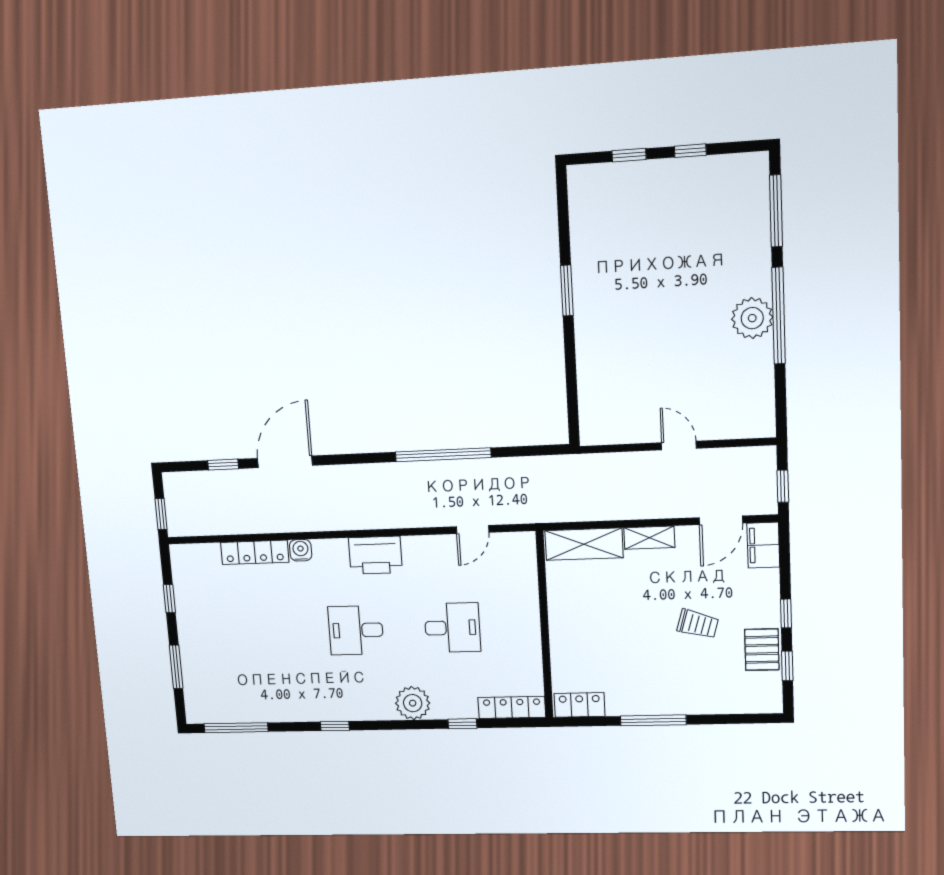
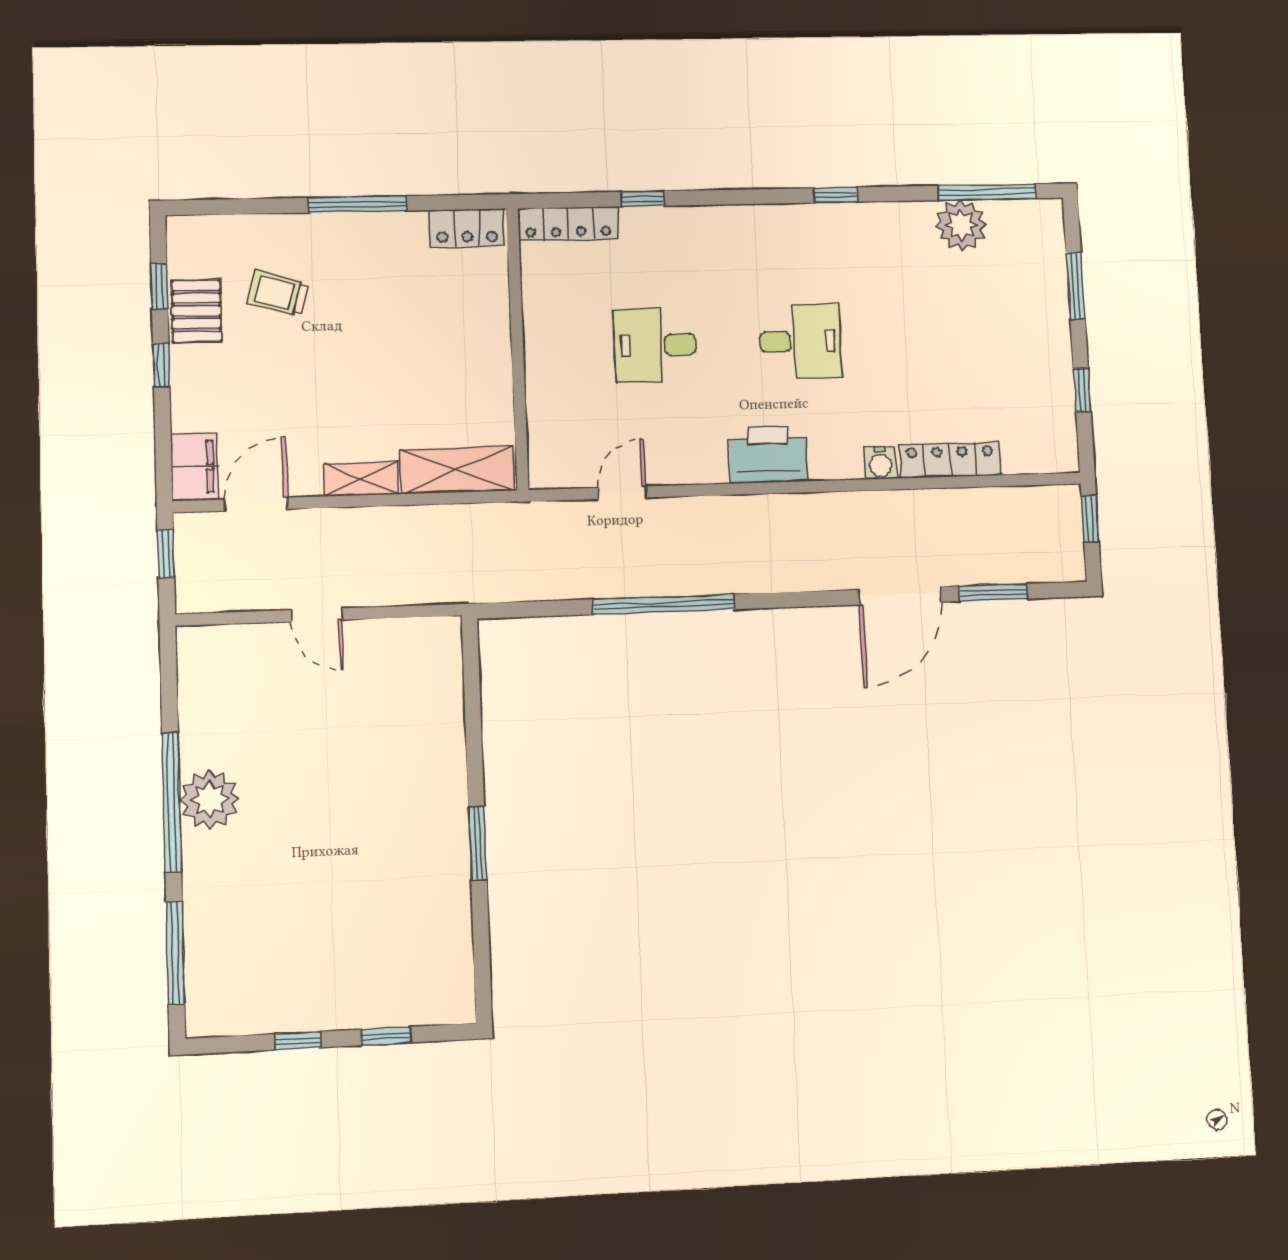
window: (223, 465) -> (993, 592), width x1.50
trolley: (698, 624) -> (278, 293), moved
plant: (413, 703) -> (961, 225), moved

